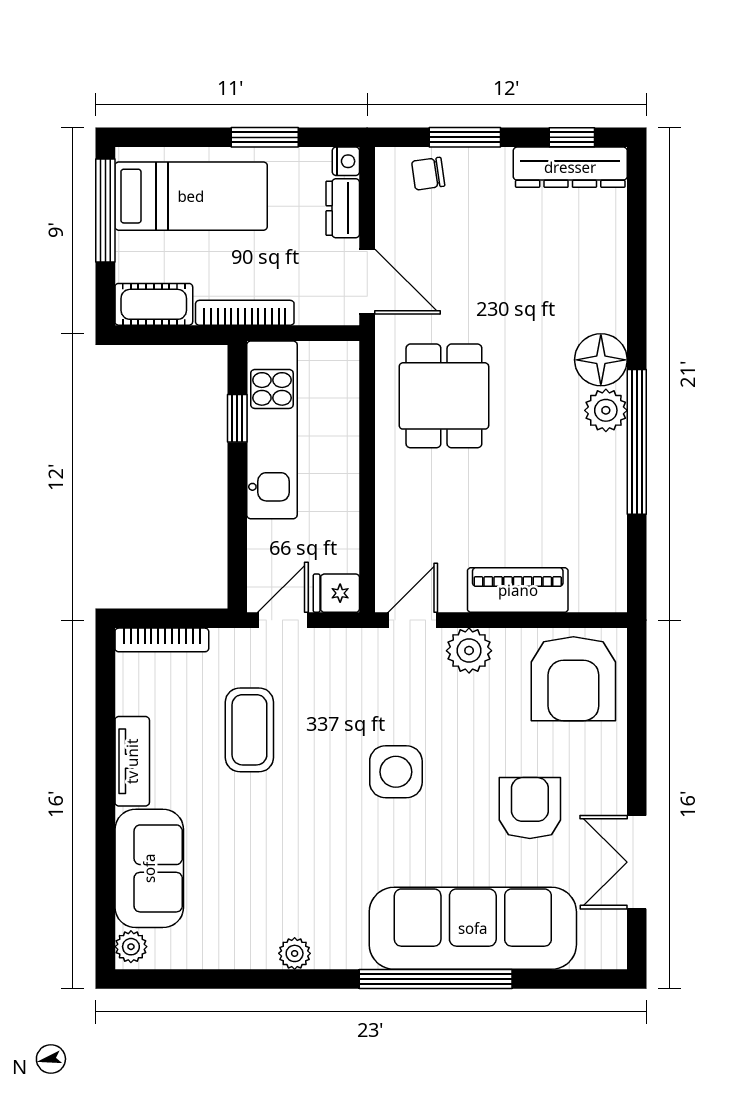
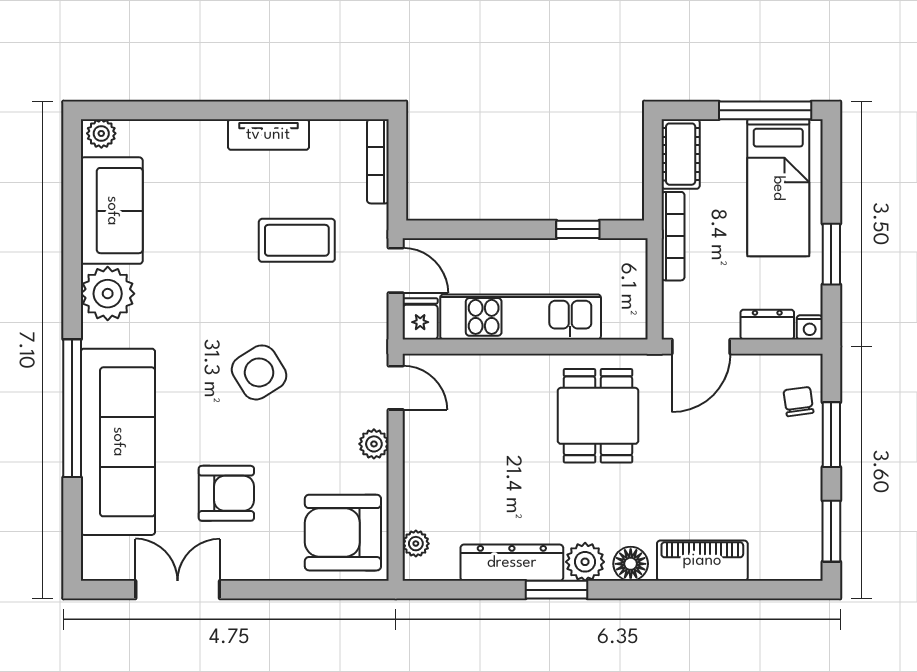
window: (572, 137) -> (831, 531), width x1.50
dresser: (570, 167) -> (512, 563), moved, turned 90
floor lamp: (601, 360) -> (631, 564), width x0.73, depth x0.73
dining table: (444, 396) -> (598, 416), turned 90
kitchen unit: (272, 430) -> (521, 317), moved, turned 180
window: (637, 442) -> (556, 590), width x0.47
piano: (518, 590) -> (702, 561), moved, turned -90
plant: (586, 598) -> (416, 544), added
plant: (469, 651) -> (374, 444), width x0.73, depth x0.73
side table: (396, 772) -> (259, 372), turned -32
sofa: (149, 868) -> (112, 211), moved, turned -90
plant: (295, 953) -> (108, 294), width x1.88, depth x1.88

